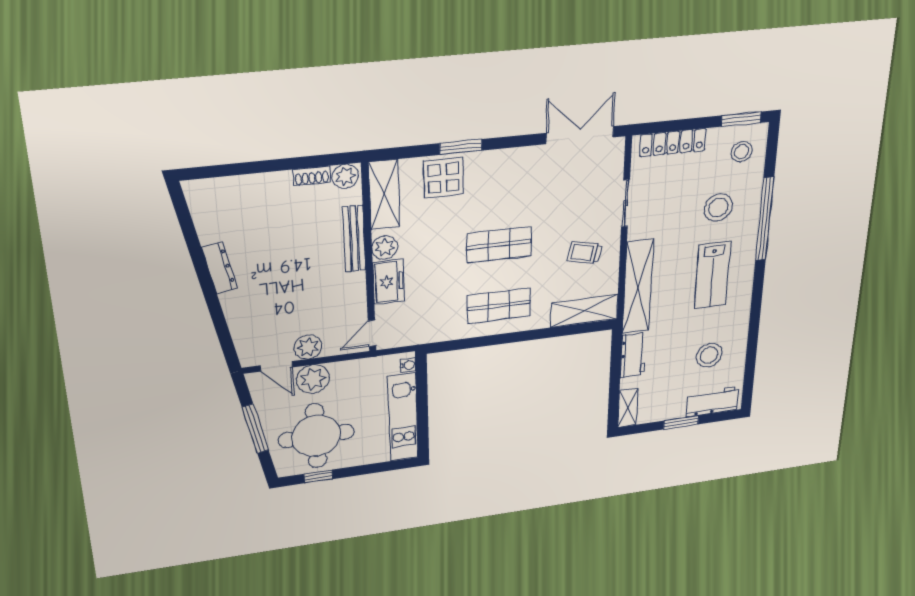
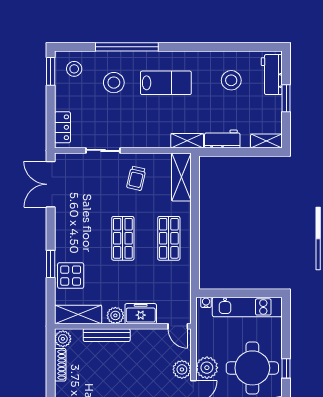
locker: (673, 142) -> (62, 127), width x0.66
shoe rack: (312, 176) -> (60, 365), width x1.43
shelving: (638, 287) -> (187, 141), width x0.45, depth x0.75

